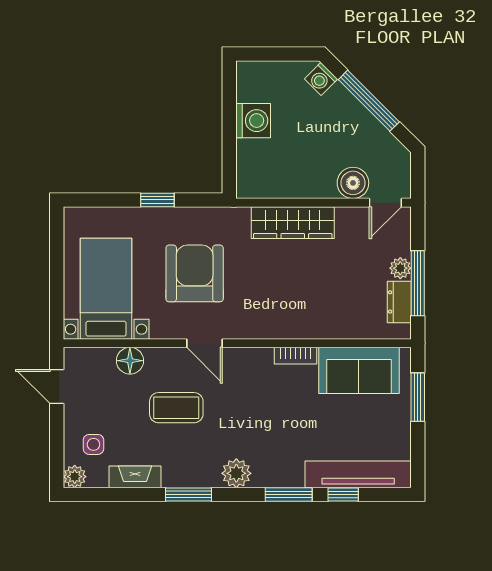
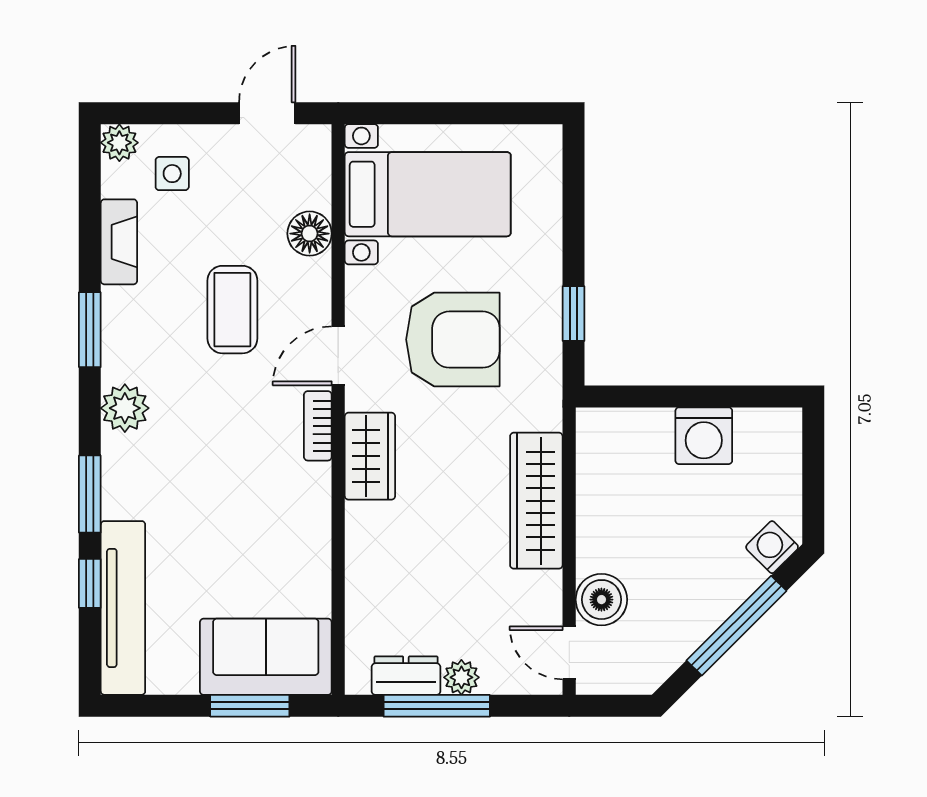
window: (157, 200) -> (574, 314), moved
wardrobe: (266, 324) -> (370, 456), added
bookcase: (296, 356) -> (318, 426), moved
sofa: (359, 370) -> (266, 657), moved, turned 90

